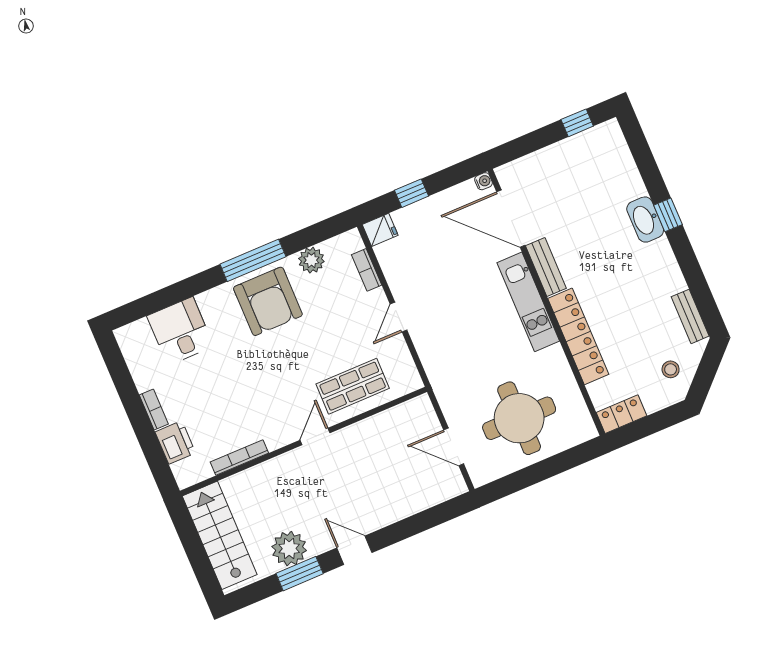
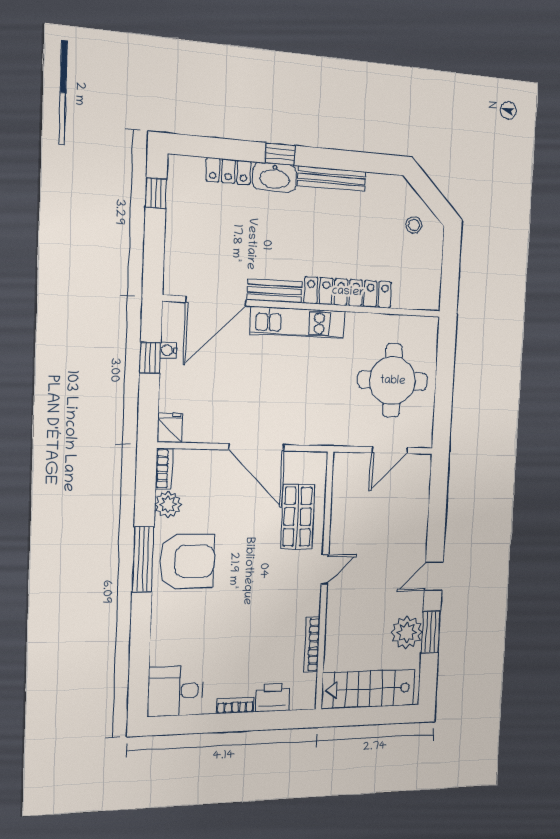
water cooler: (483, 181) -> (168, 350), moved, turned -90
window: (411, 193) -> (150, 358), moved
bookcase: (367, 270) -> (164, 469), moved, turned -90
bench: (690, 316) -> (332, 179), moved, width x1.36
door: (398, 317) -> (257, 447), width x1.88
desk: (180, 331) -> (175, 691), moved
locker: (622, 414) -> (228, 171), moved, turned -90
door: (315, 436) -> (325, 569), swing flipped

